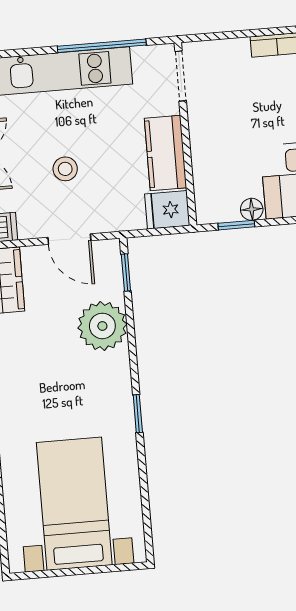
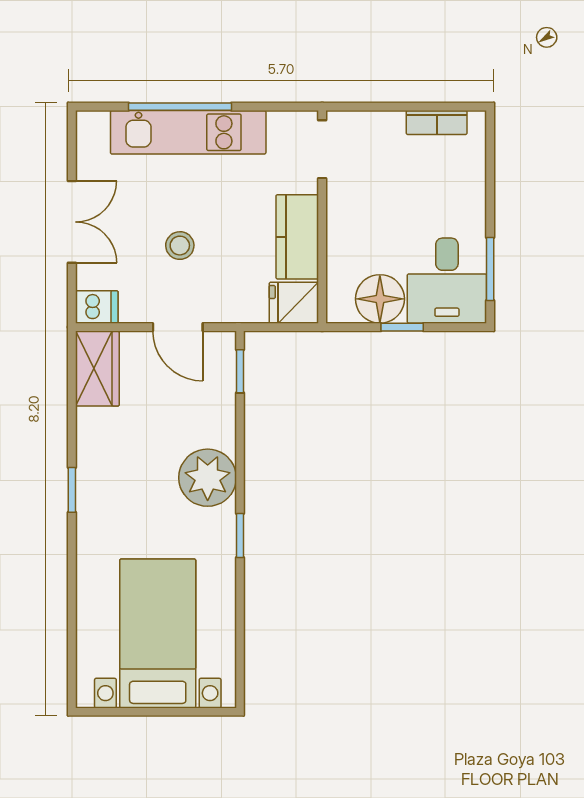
window: (102, 46) -> (180, 107), moved
floor lamp: (252, 209) -> (380, 299), width x1.89, depth x1.89
window: (236, 225) -> (402, 327), moved
plant: (102, 326) -> (208, 478), moved

